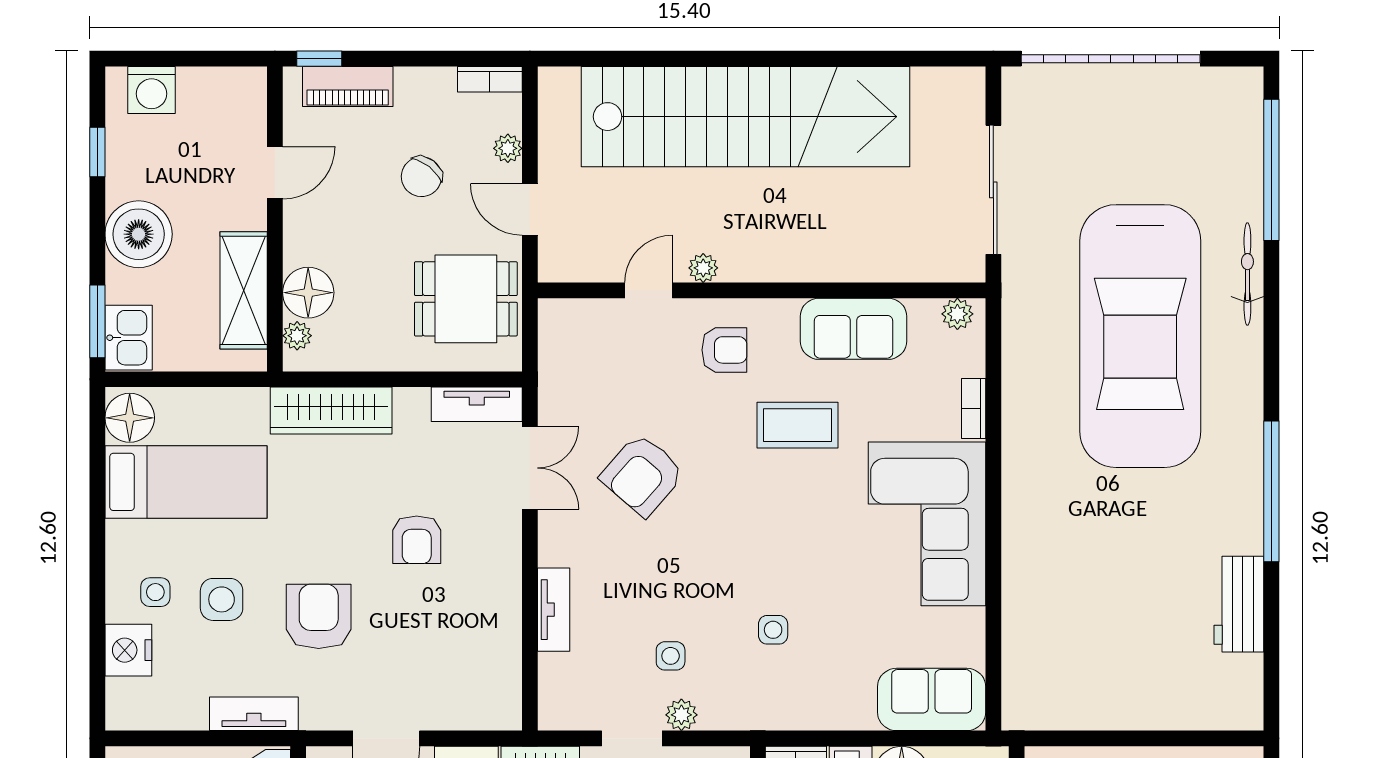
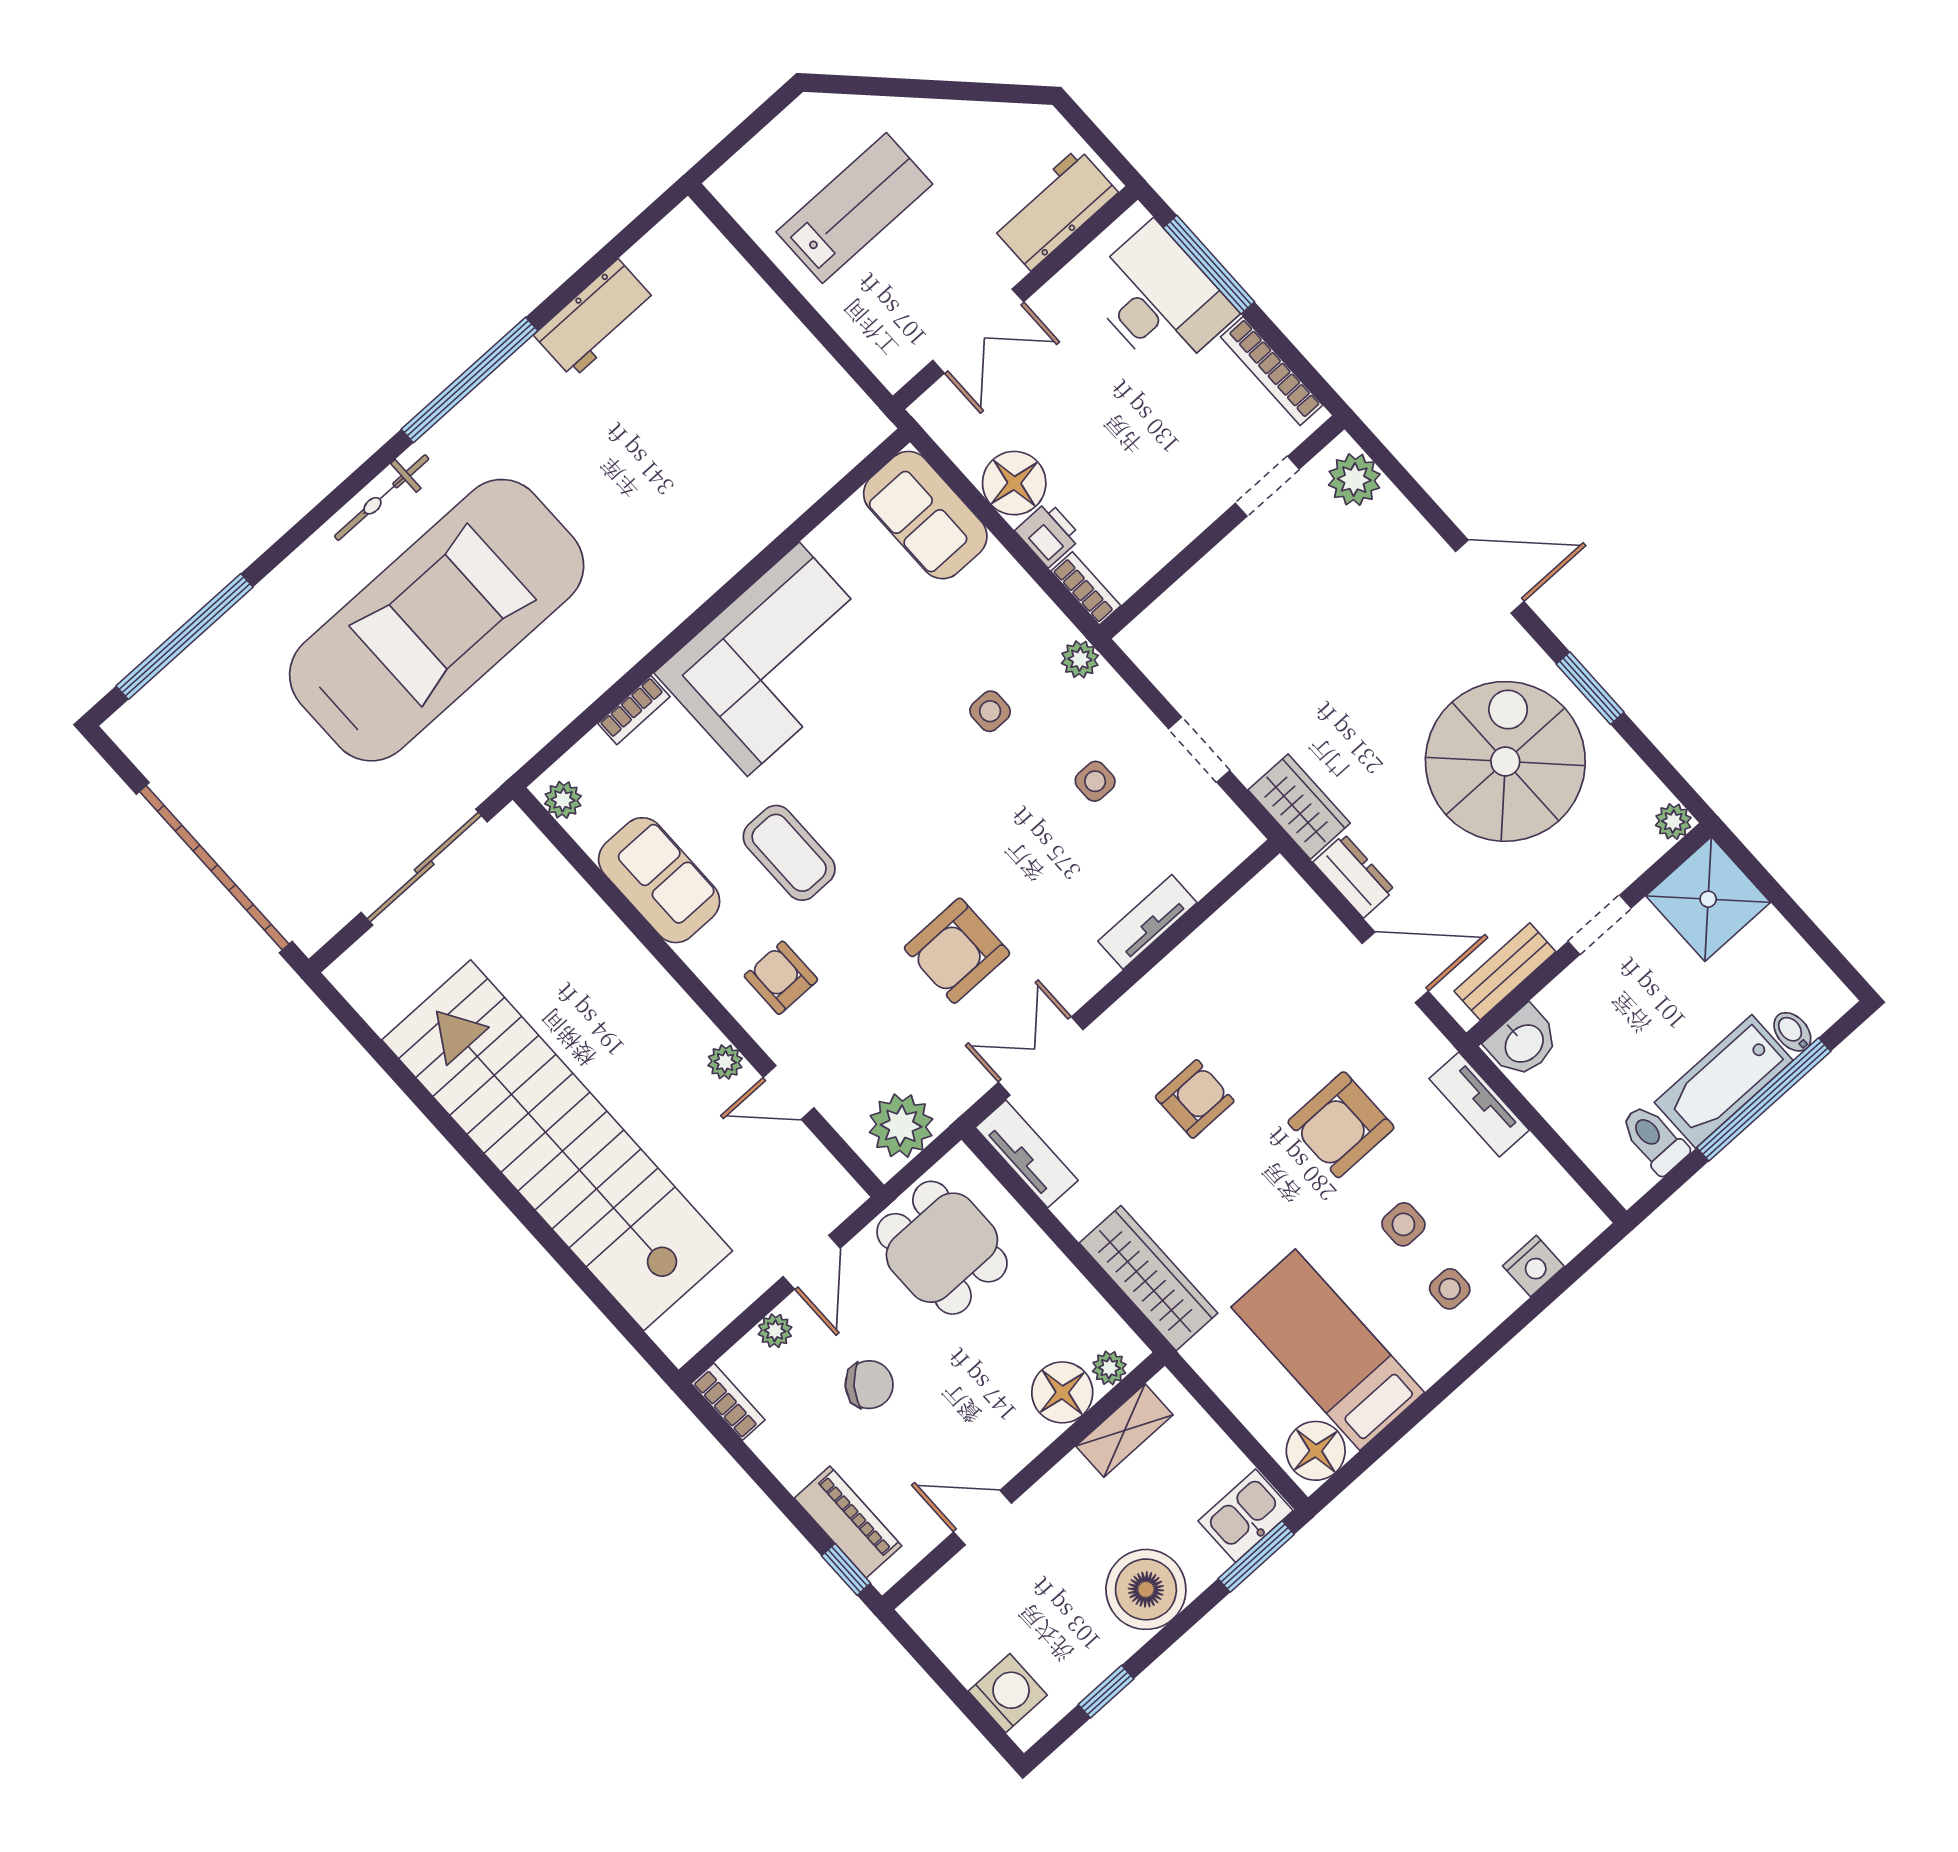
bicycle: (1247, 274) -> (382, 498), moved
shelving: (244, 290) -> (1124, 1431), width x0.67, depth x0.75
plant: (565, 342) -> (901, 1126), added
armchair: (642, 475) -> (957, 951), turned 139
side table: (222, 599) -> (1403, 1224), width x0.73, depth x0.73
nightstand: (128, 650) -> (1533, 1266), width x0.74, depth x0.75
plant: (681, 715) -> (1080, 659), moved

